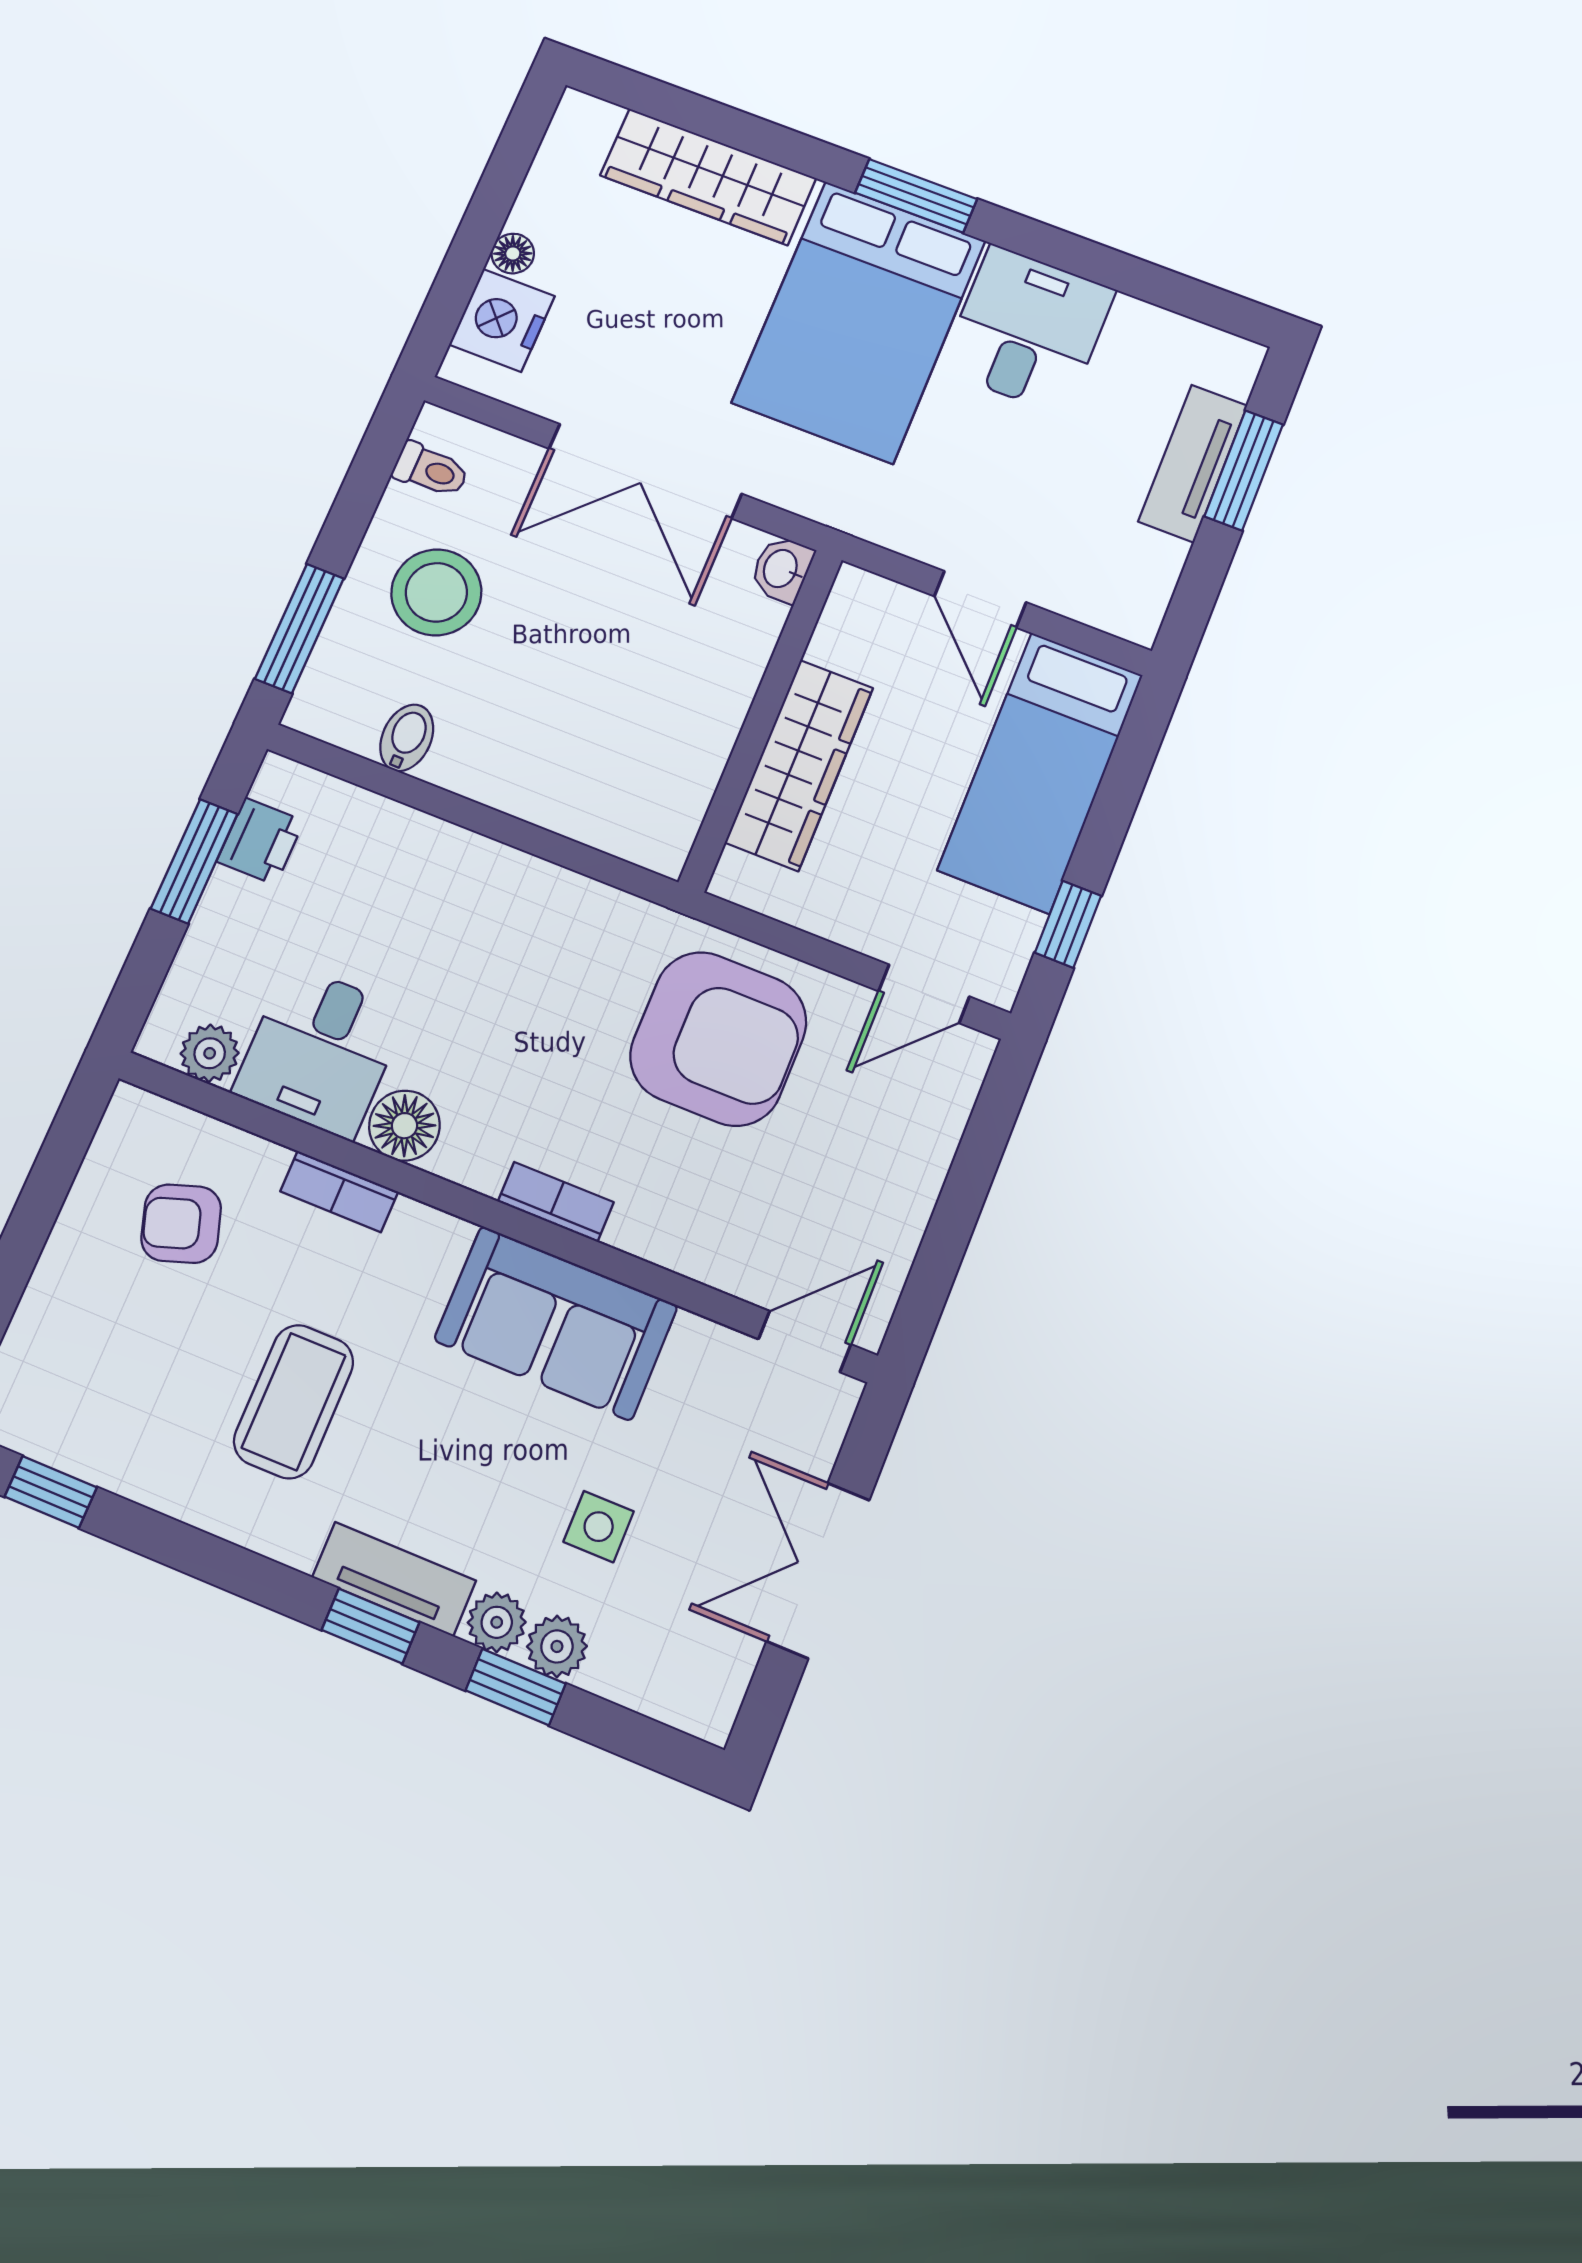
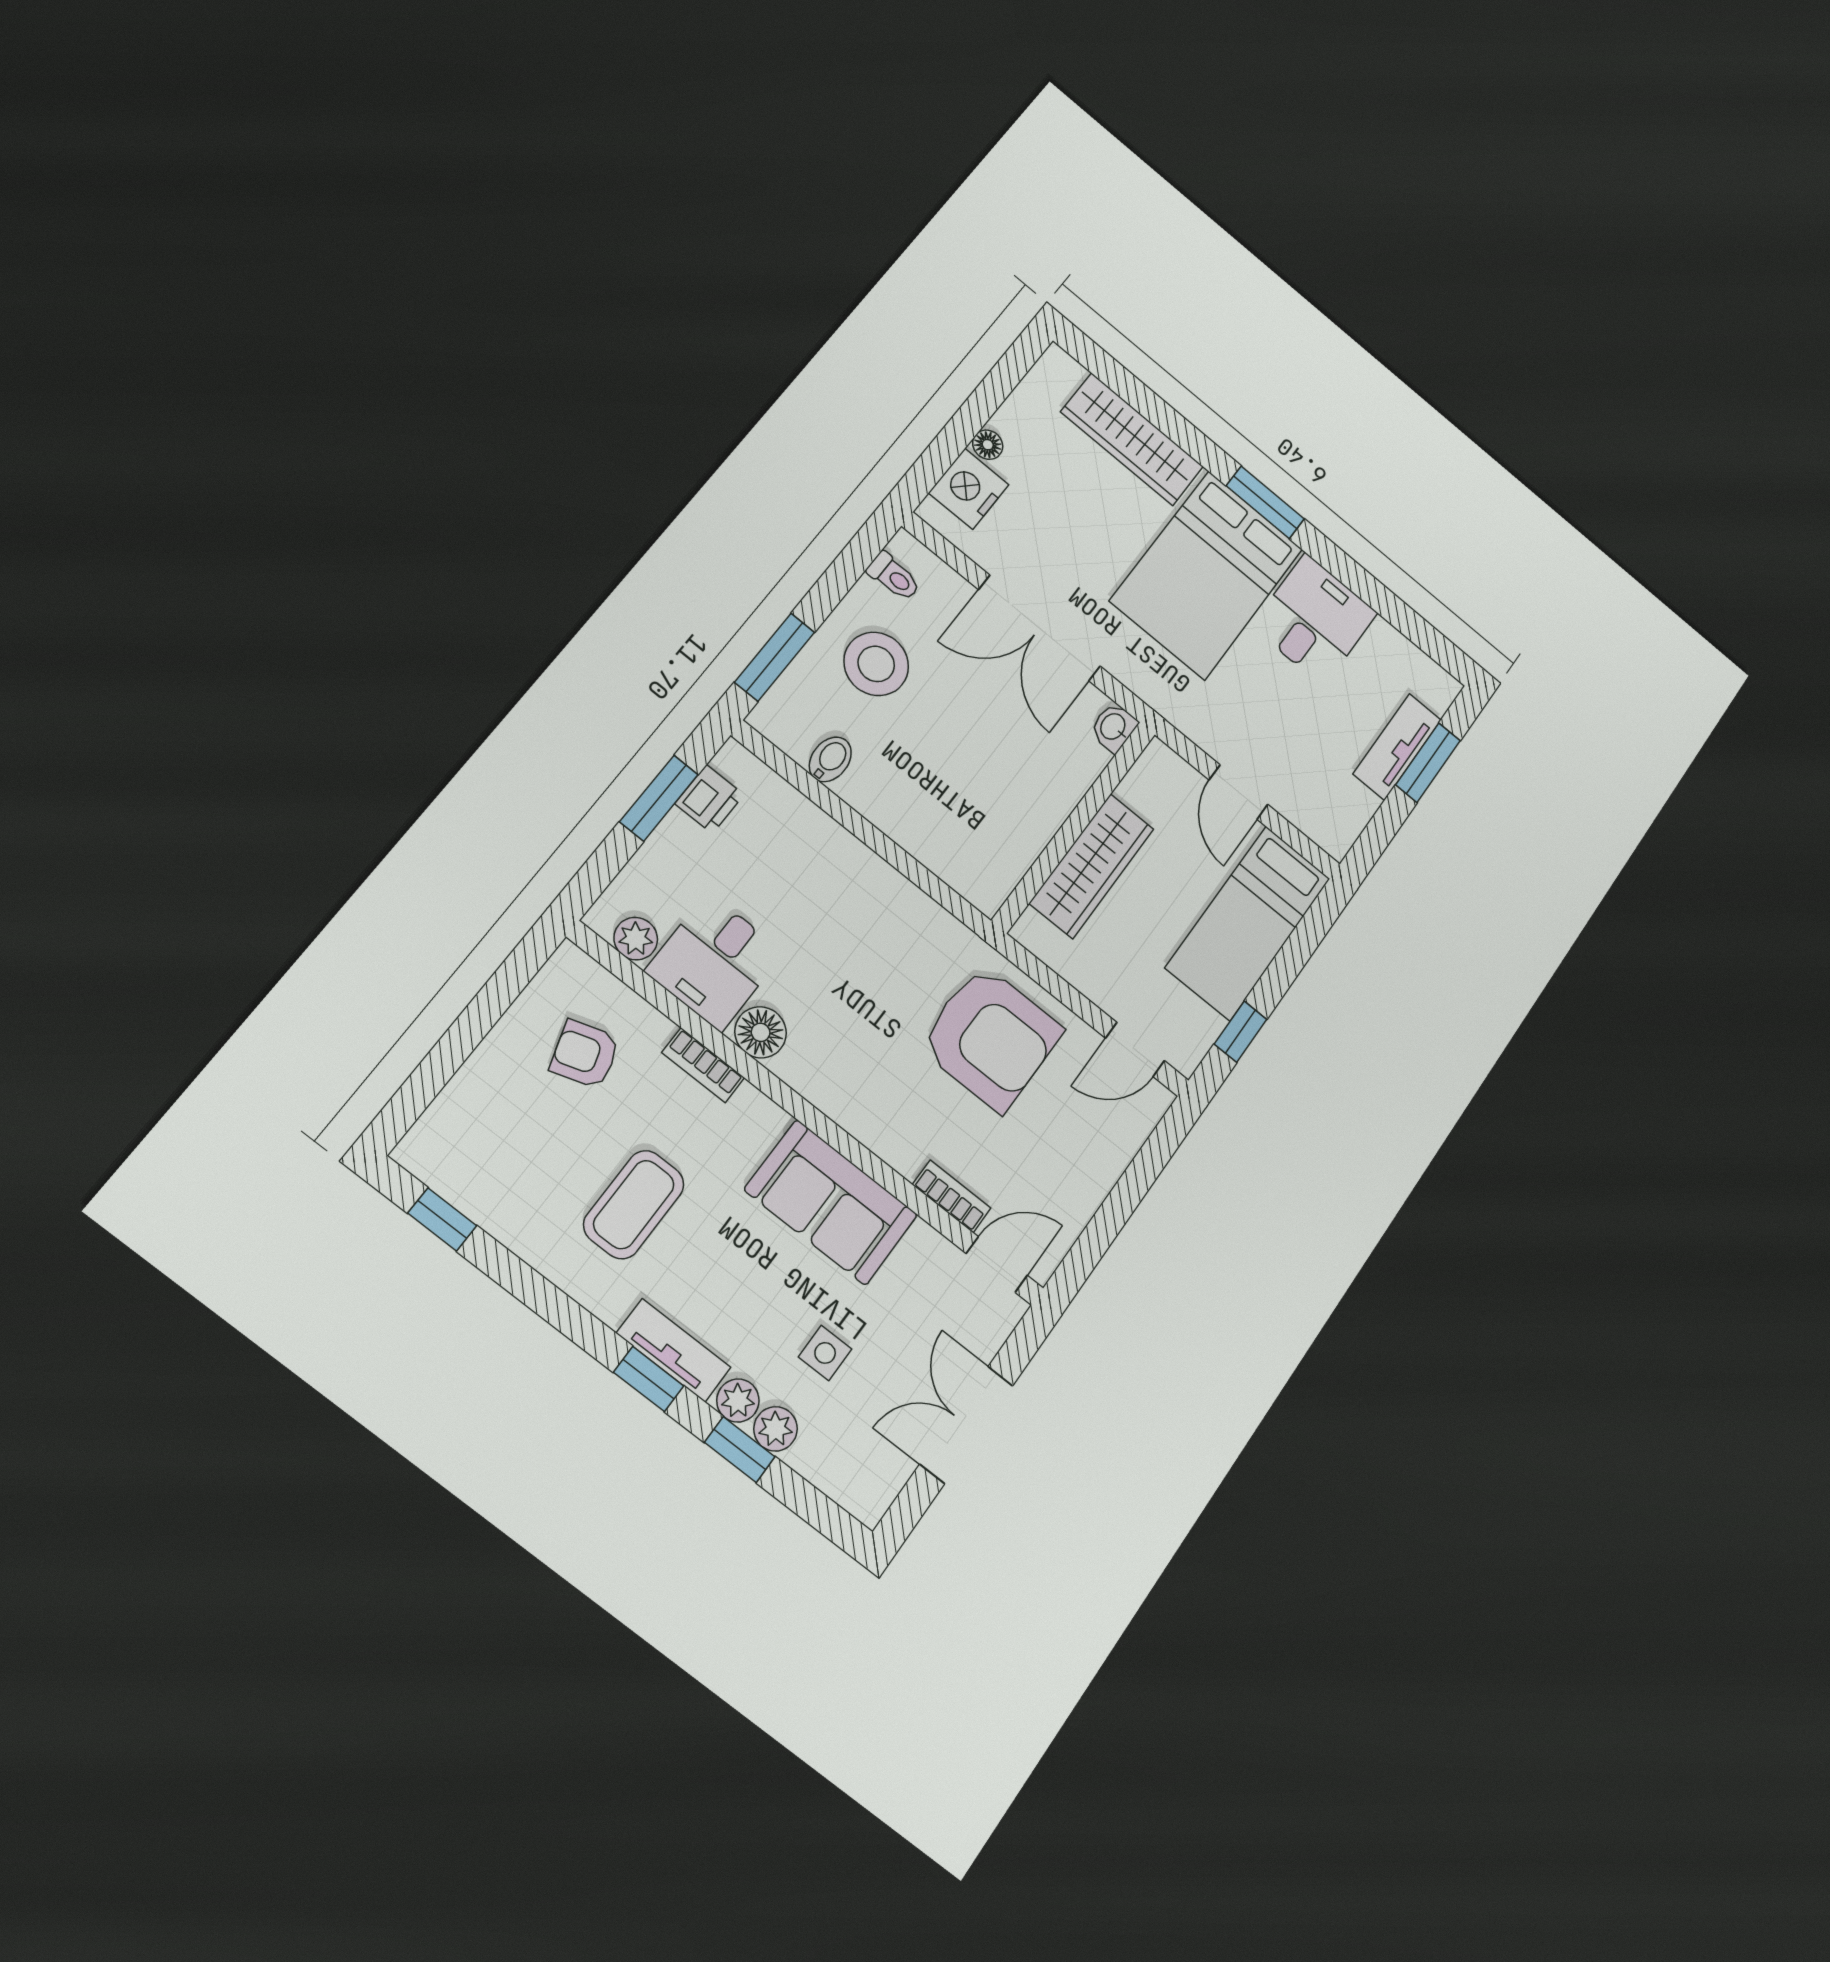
bookcase: (556, 1202) -> (952, 1196), moved

